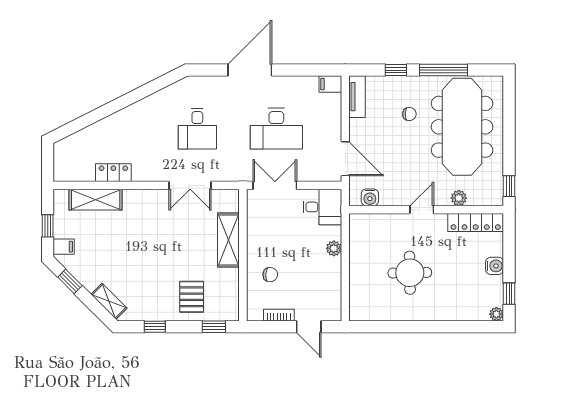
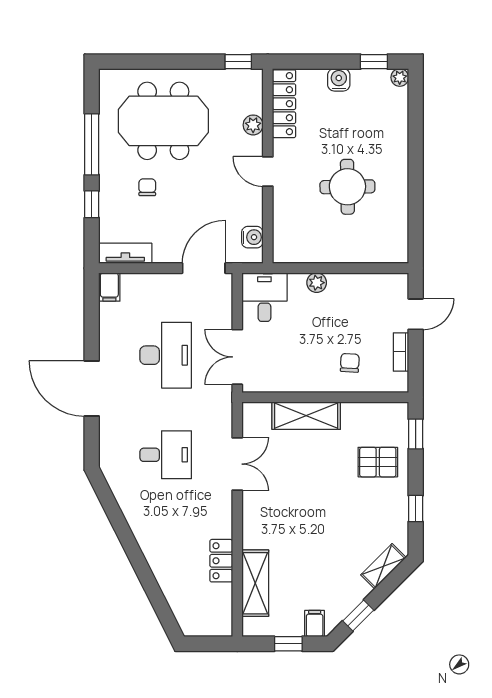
meeting table: (462, 127) -> (163, 121), width x0.73

